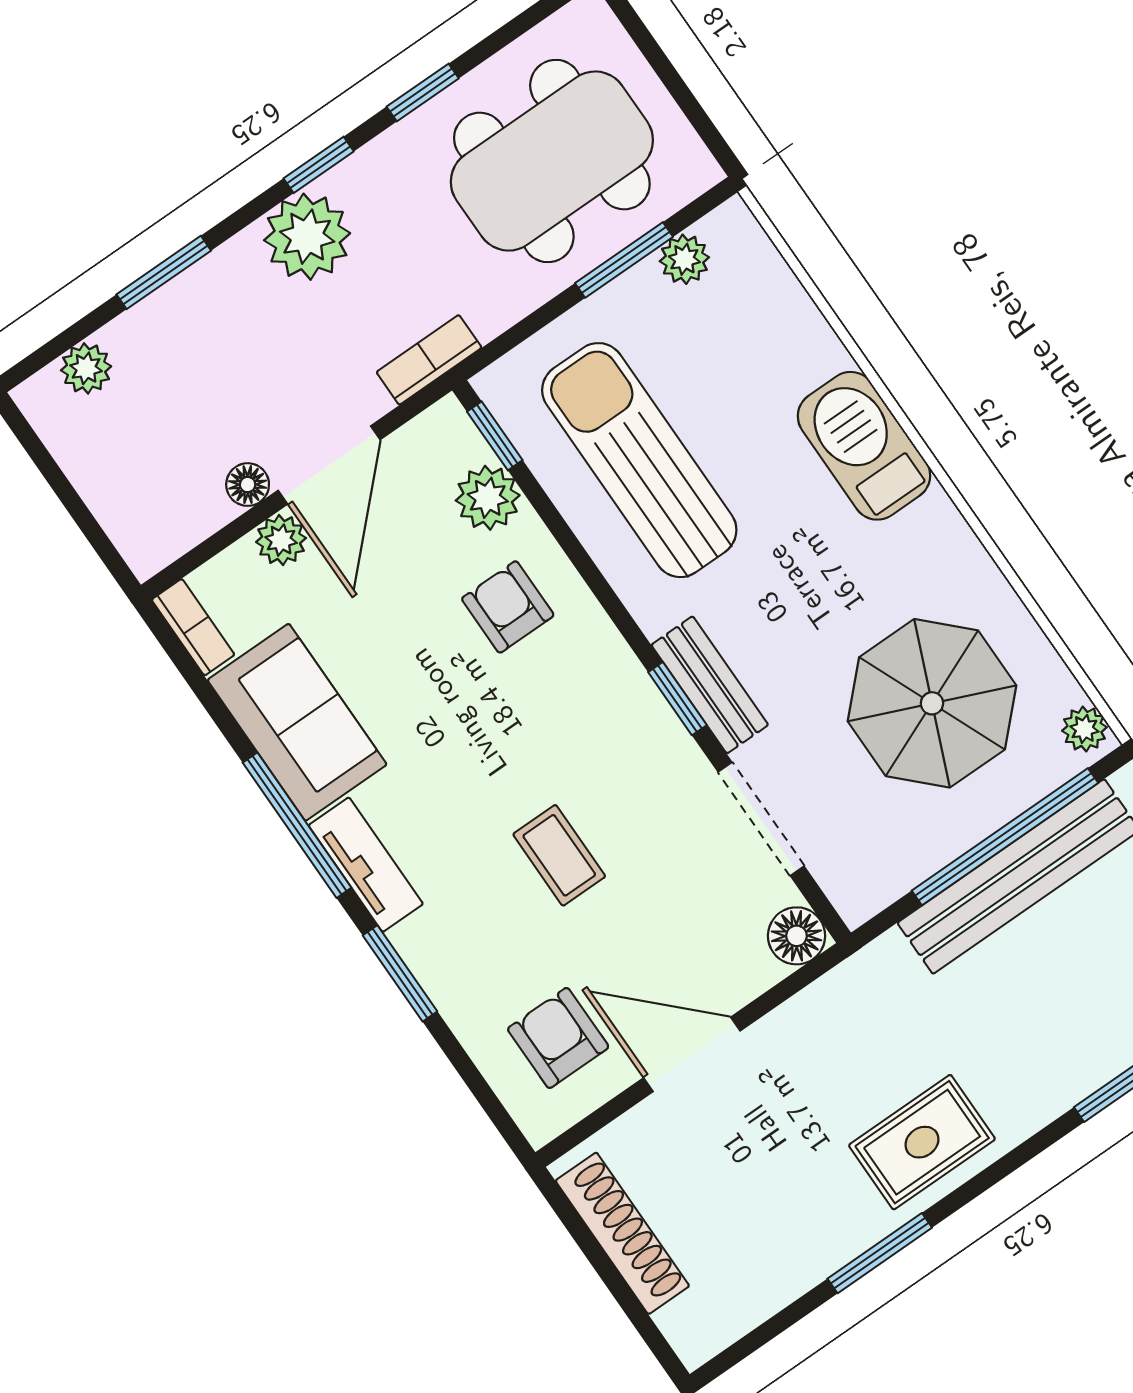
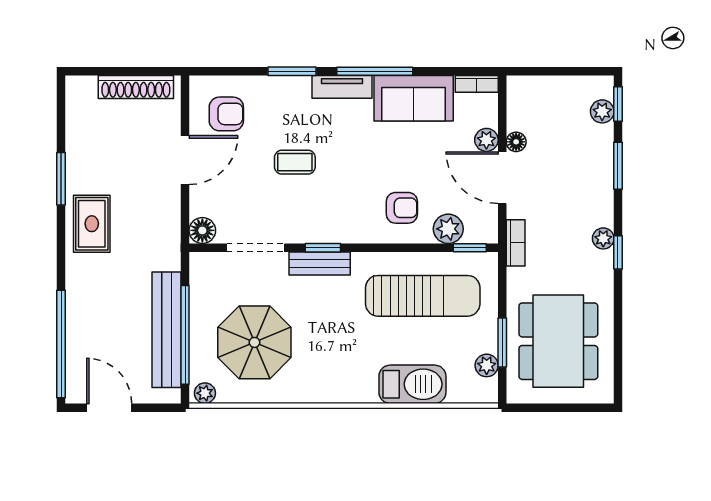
window: (423, 93) -> (618, 104), moved
plant: (307, 237) -> (603, 238), width x0.53, depth x0.53
barbecue: (864, 446) -> (412, 384), moved

